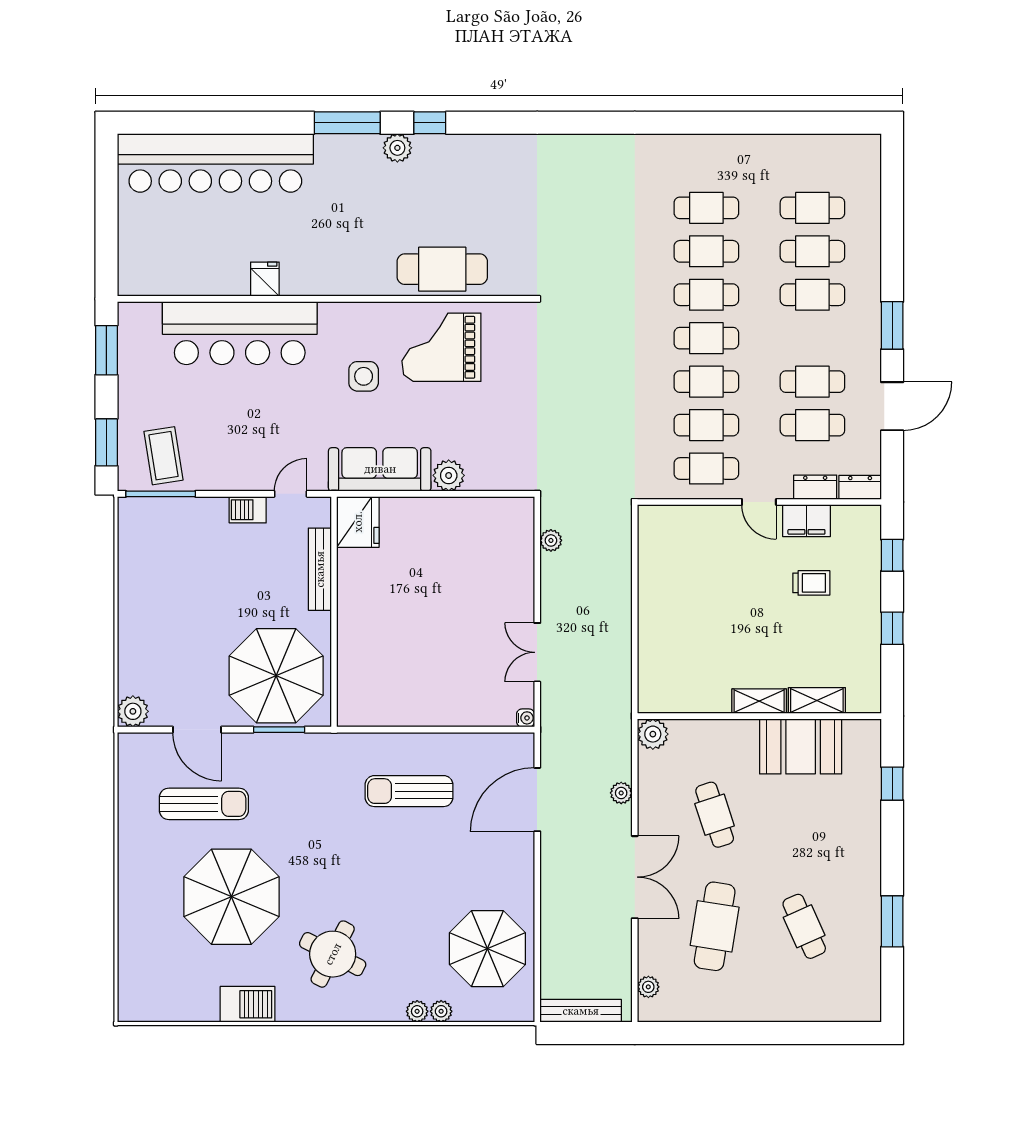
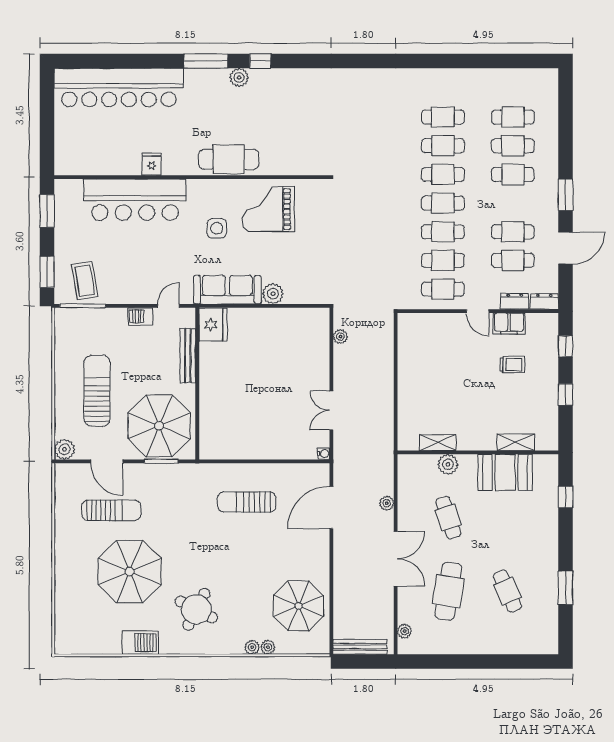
cafe table: (442, 269) -> (229, 159), moved
sun lounger: (182, 623) -> (97, 391), added
shelving: (759, 701) -> (438, 443), moved
plant: (653, 734) -> (448, 464), moved

